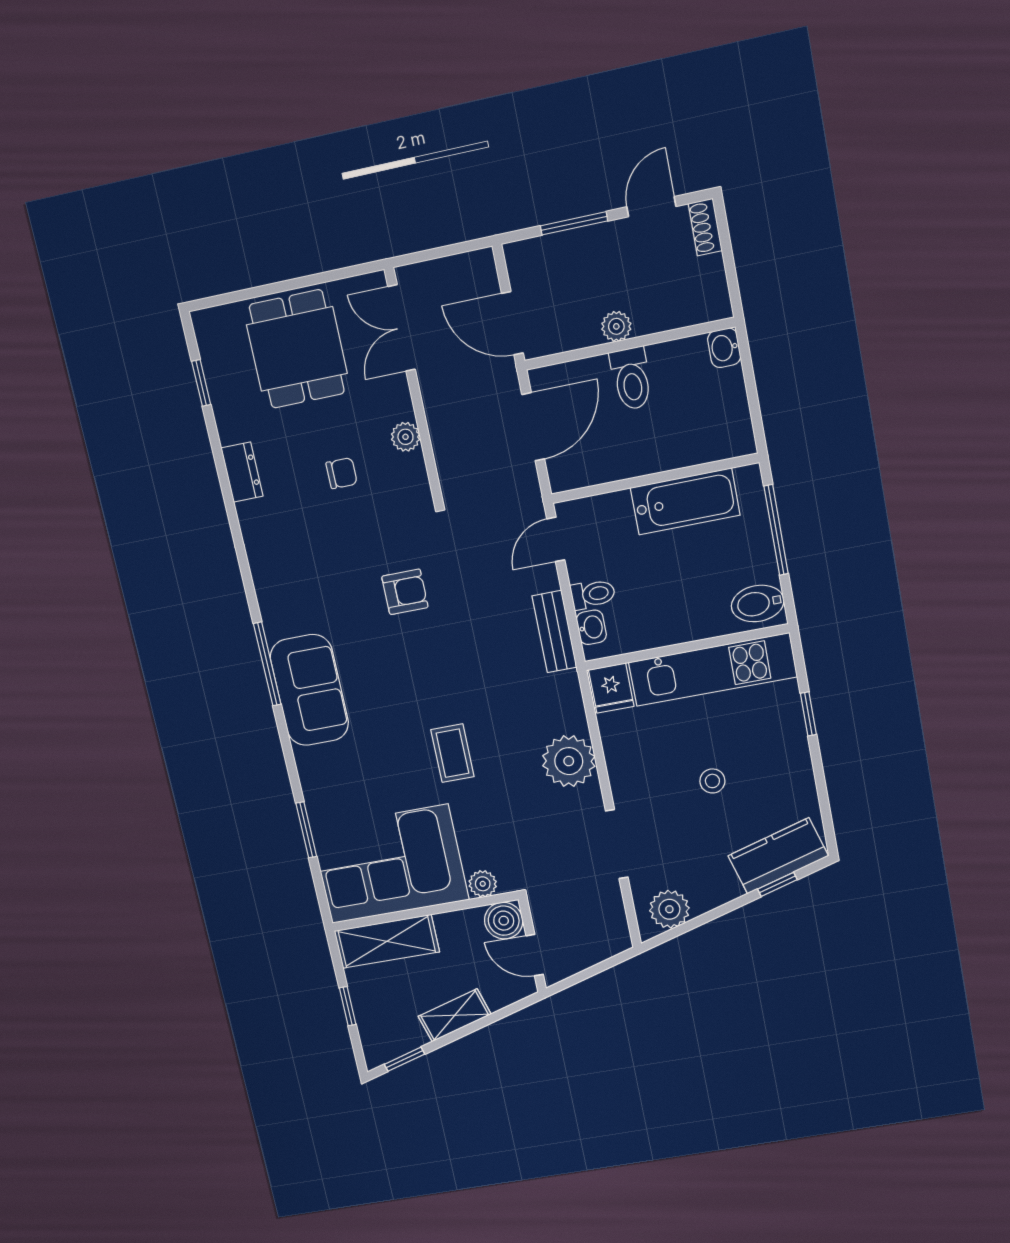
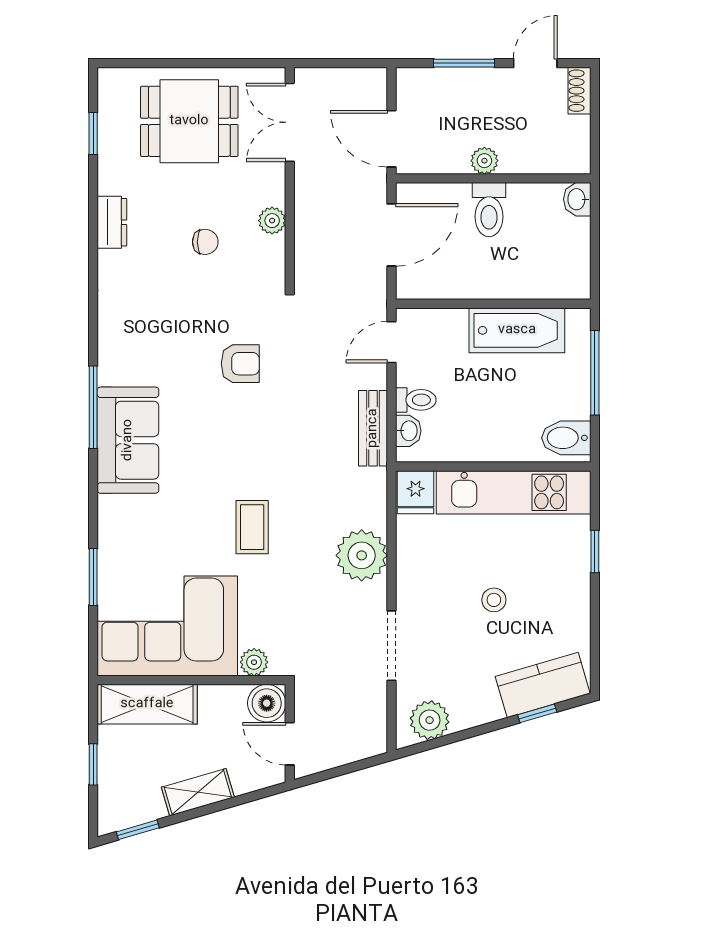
dining table: (297, 349) -> (189, 121), turned 90

